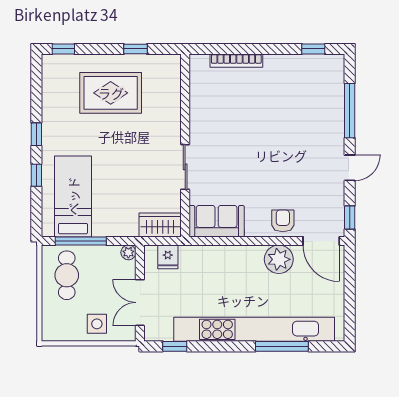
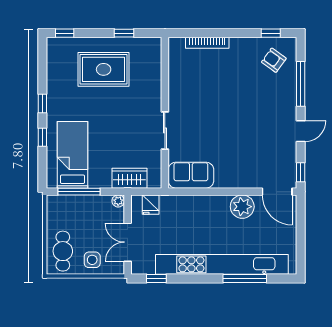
armchair: (283, 221) -> (274, 60), moved, turned -54
wardrobe: (160, 225) -> (129, 178), moved
cafe table: (67, 275) -> (63, 251), moved

